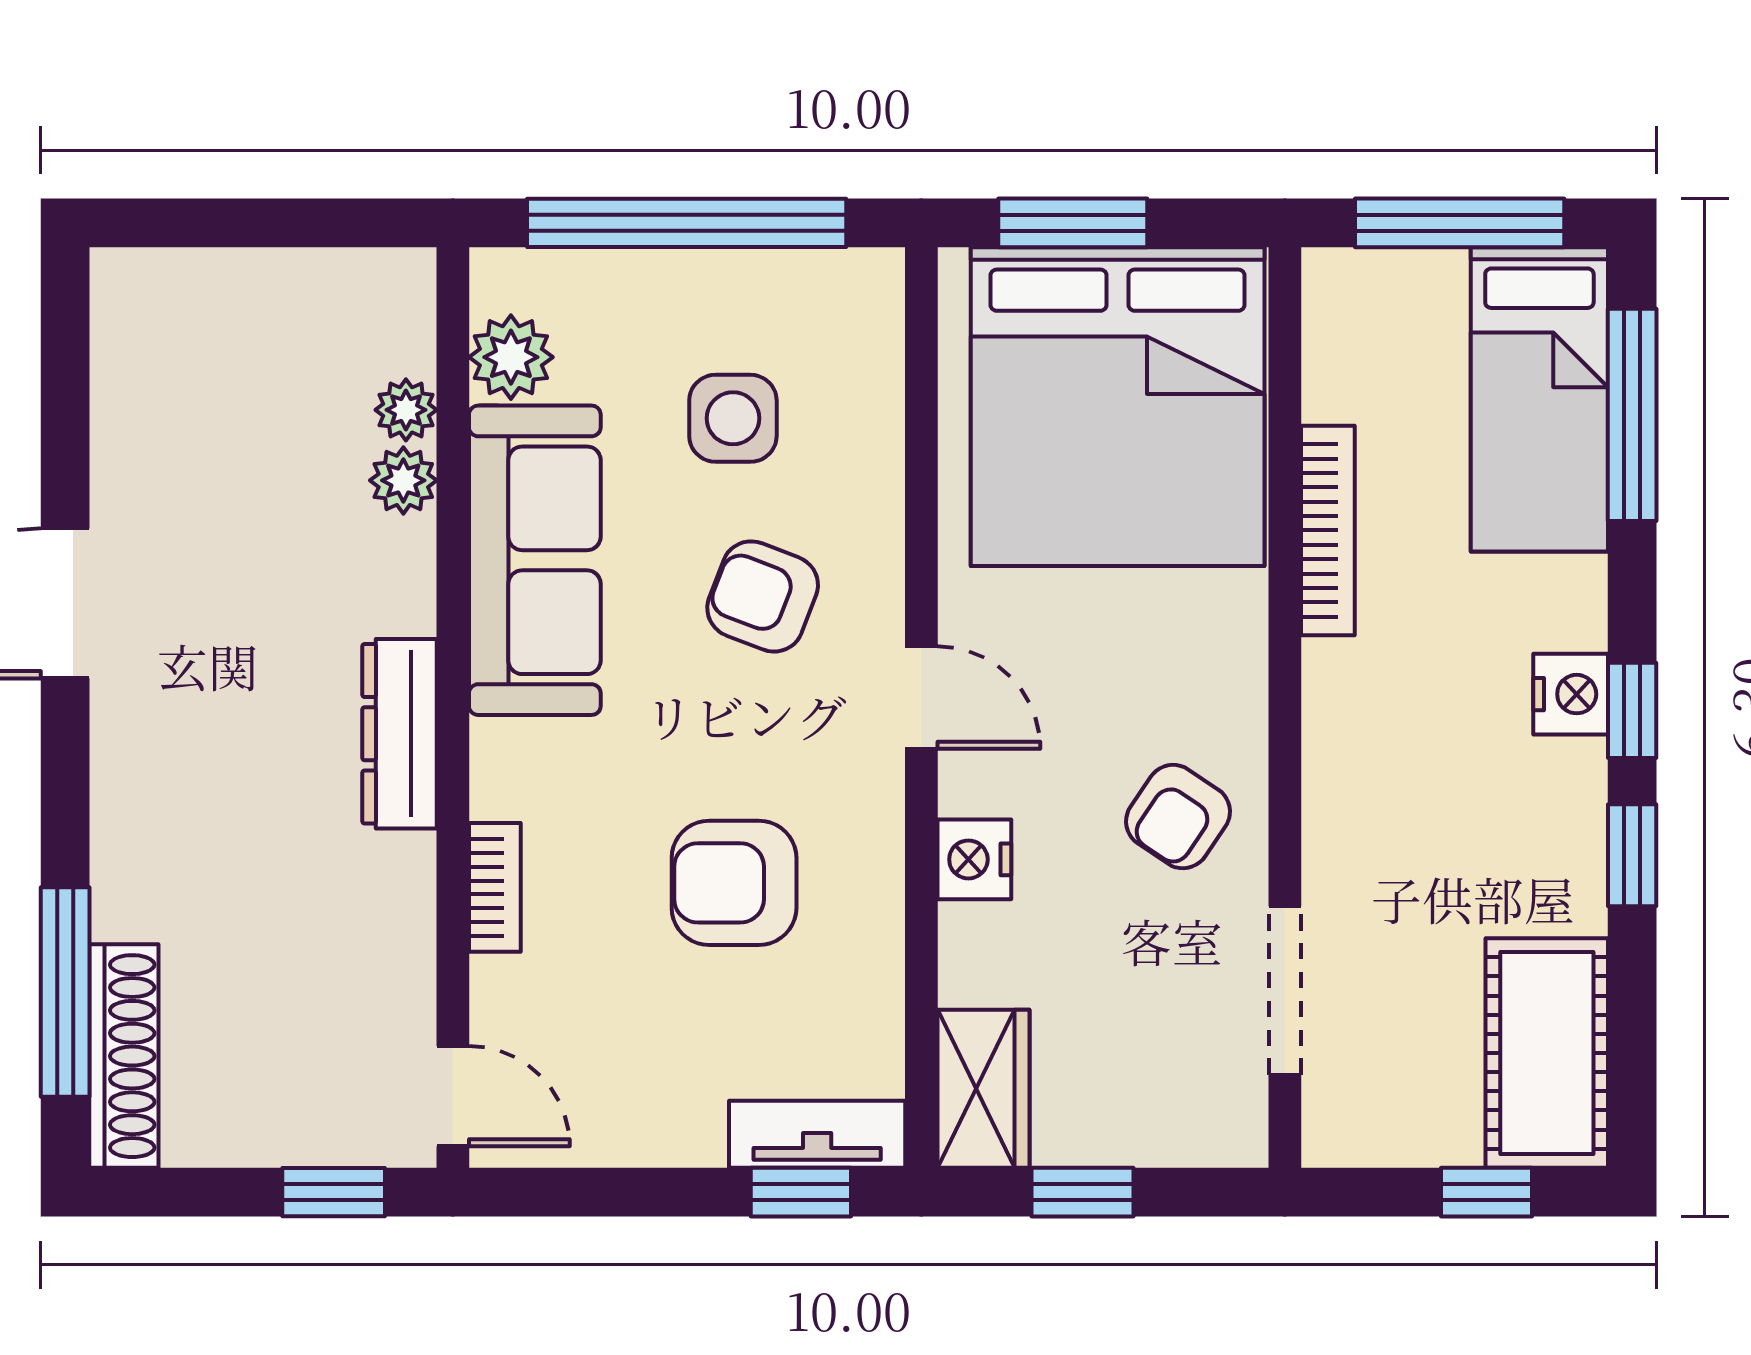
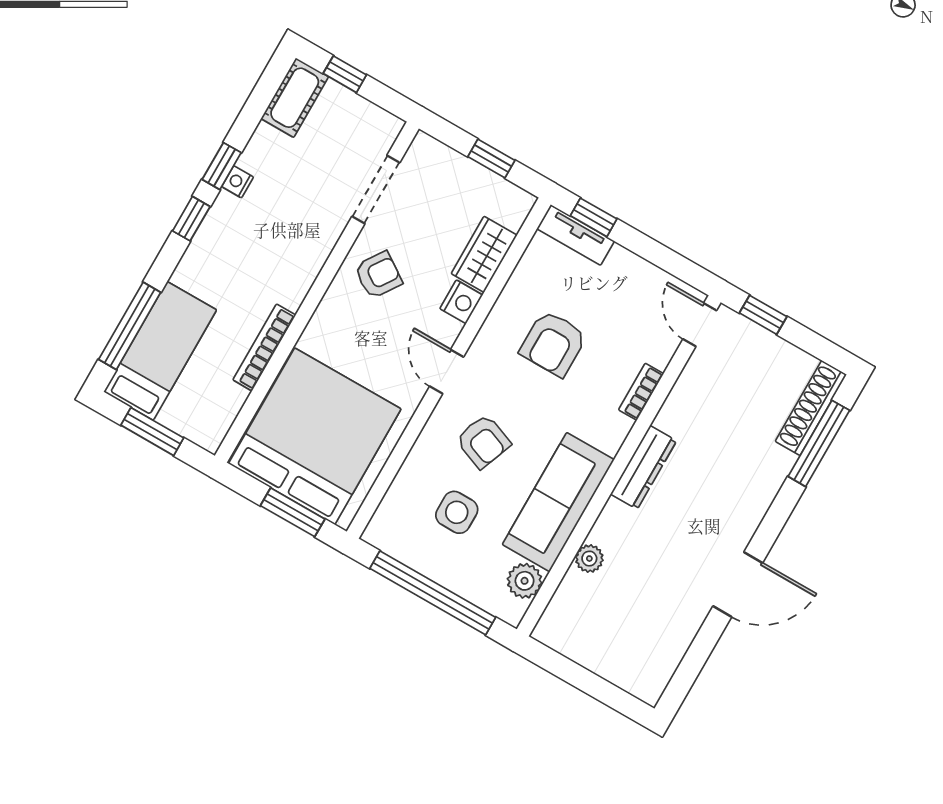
window: (1460, 223) -> (152, 432), width x0.69
plant: (406, 410) -> (574, 584), removed
nightstand: (1571, 694) -> (238, 182), moved, width x0.72, depth x0.74
armchair: (734, 883) -> (553, 343), turned 90
cot: (1547, 1053) -> (295, 98), width x0.73, depth x0.75
wardrobe: (983, 1089) -> (484, 254), moved

